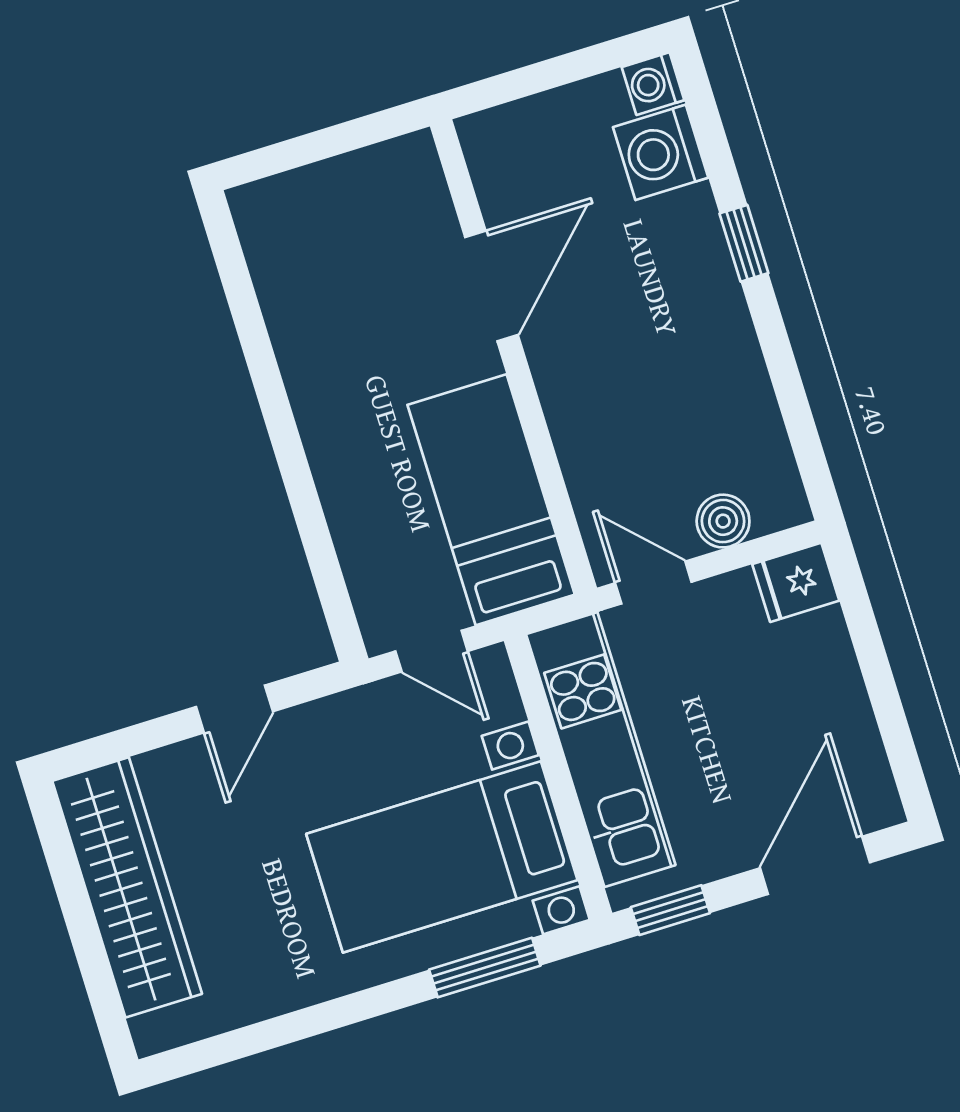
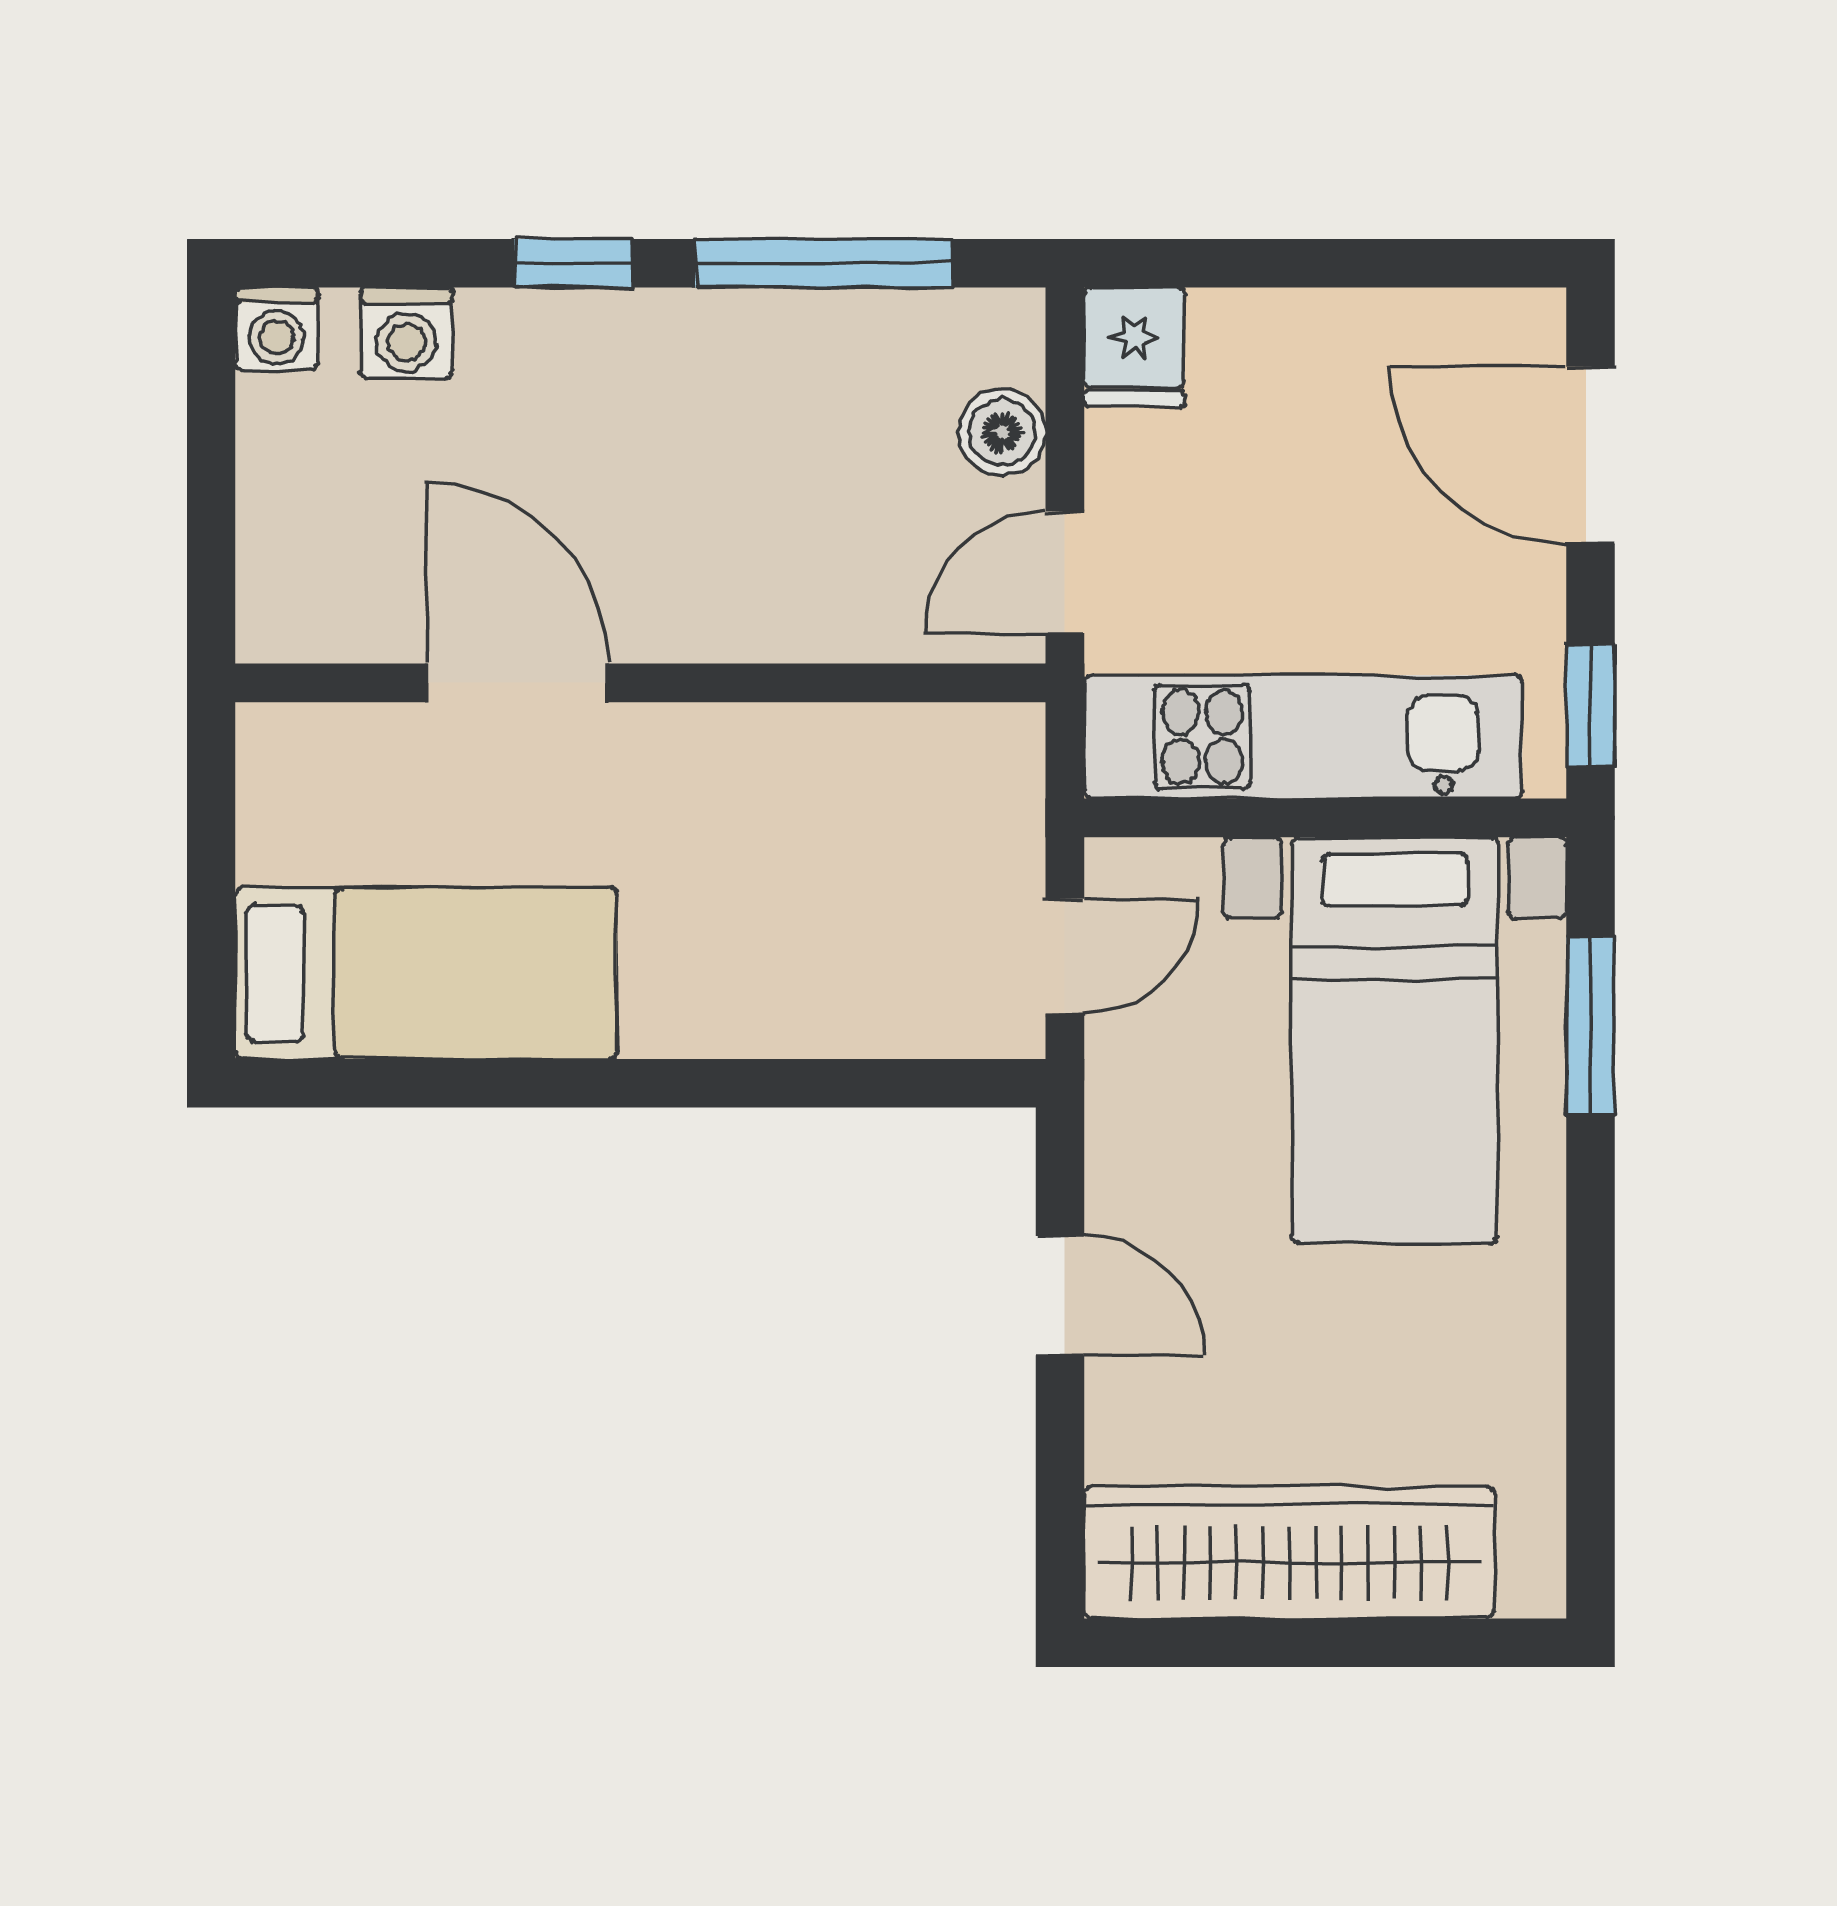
washing machine: (661, 152) -> (407, 333), width x0.73, depth x0.73
window: (789, 388) -> (824, 263), added
bed: (491, 500) -> (426, 973), moved, turned 180

